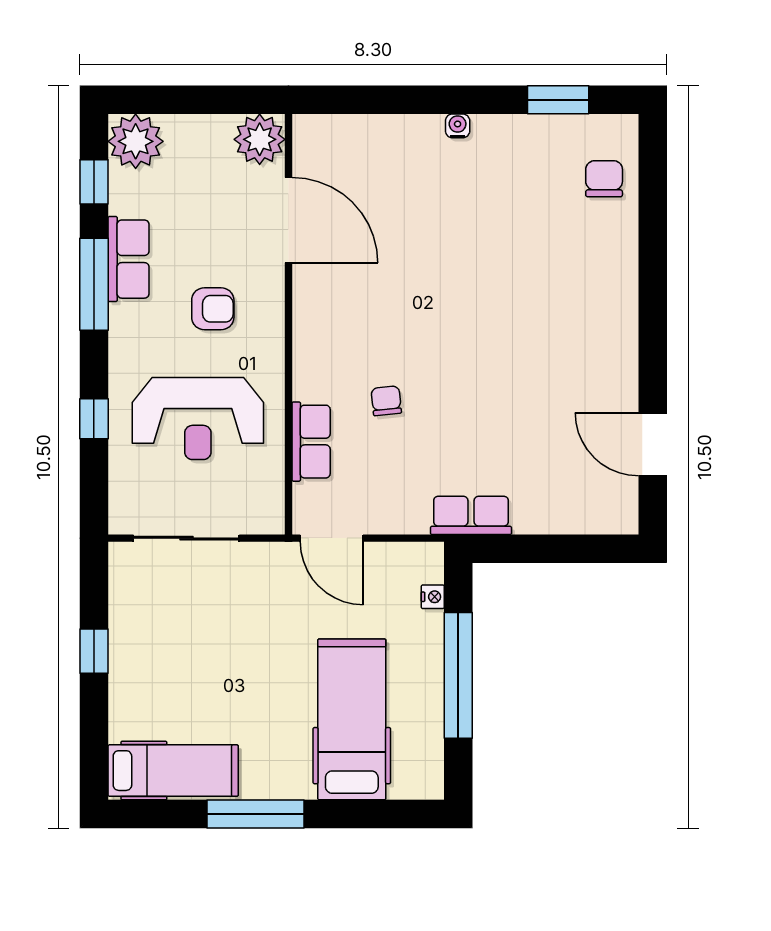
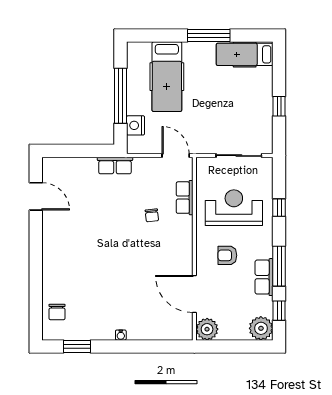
nightstand: (433, 597) -> (136, 125), width x1.89, depth x1.79

